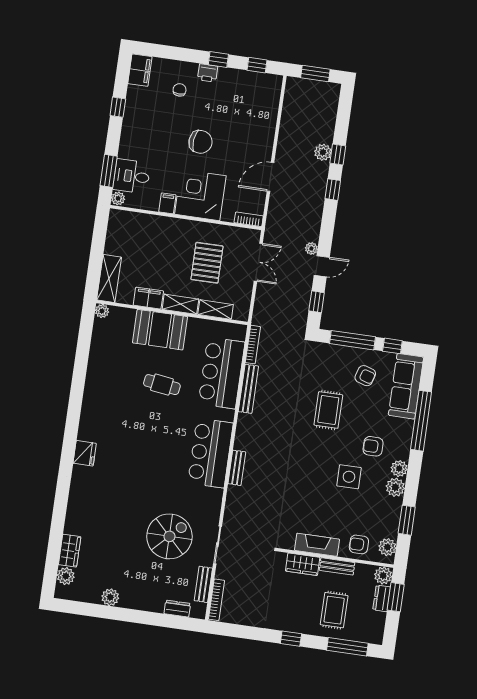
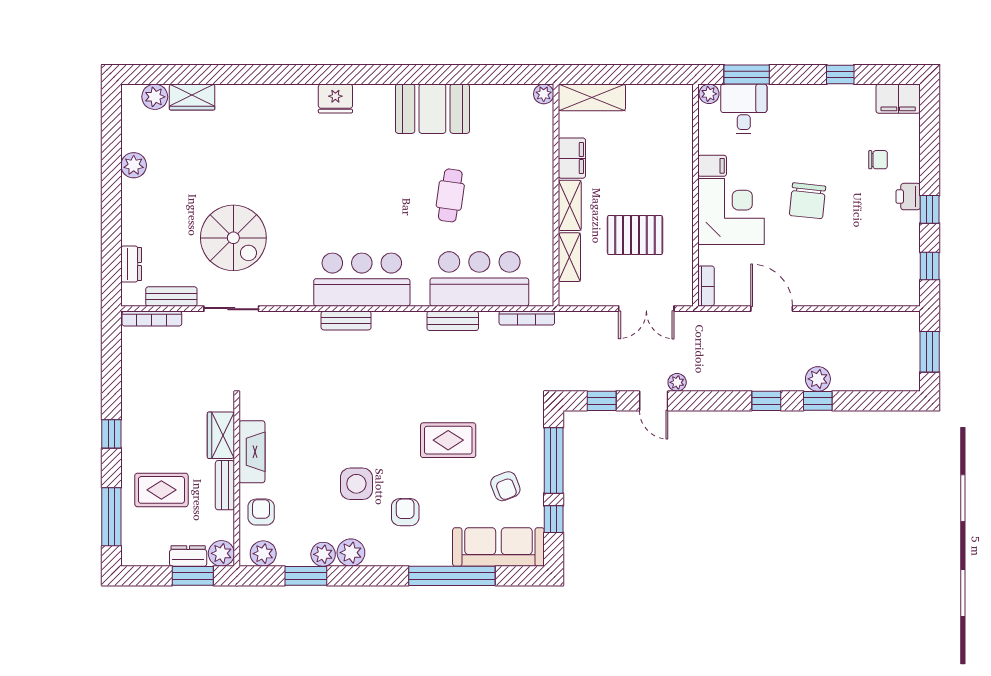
booth: (160, 330) -> (432, 109), moved, turned 90
armchair: (365, 376) -> (505, 486), turned -38
bench: (248, 389) -> (453, 321), width x0.73
plant: (399, 469) -> (323, 554), moved

